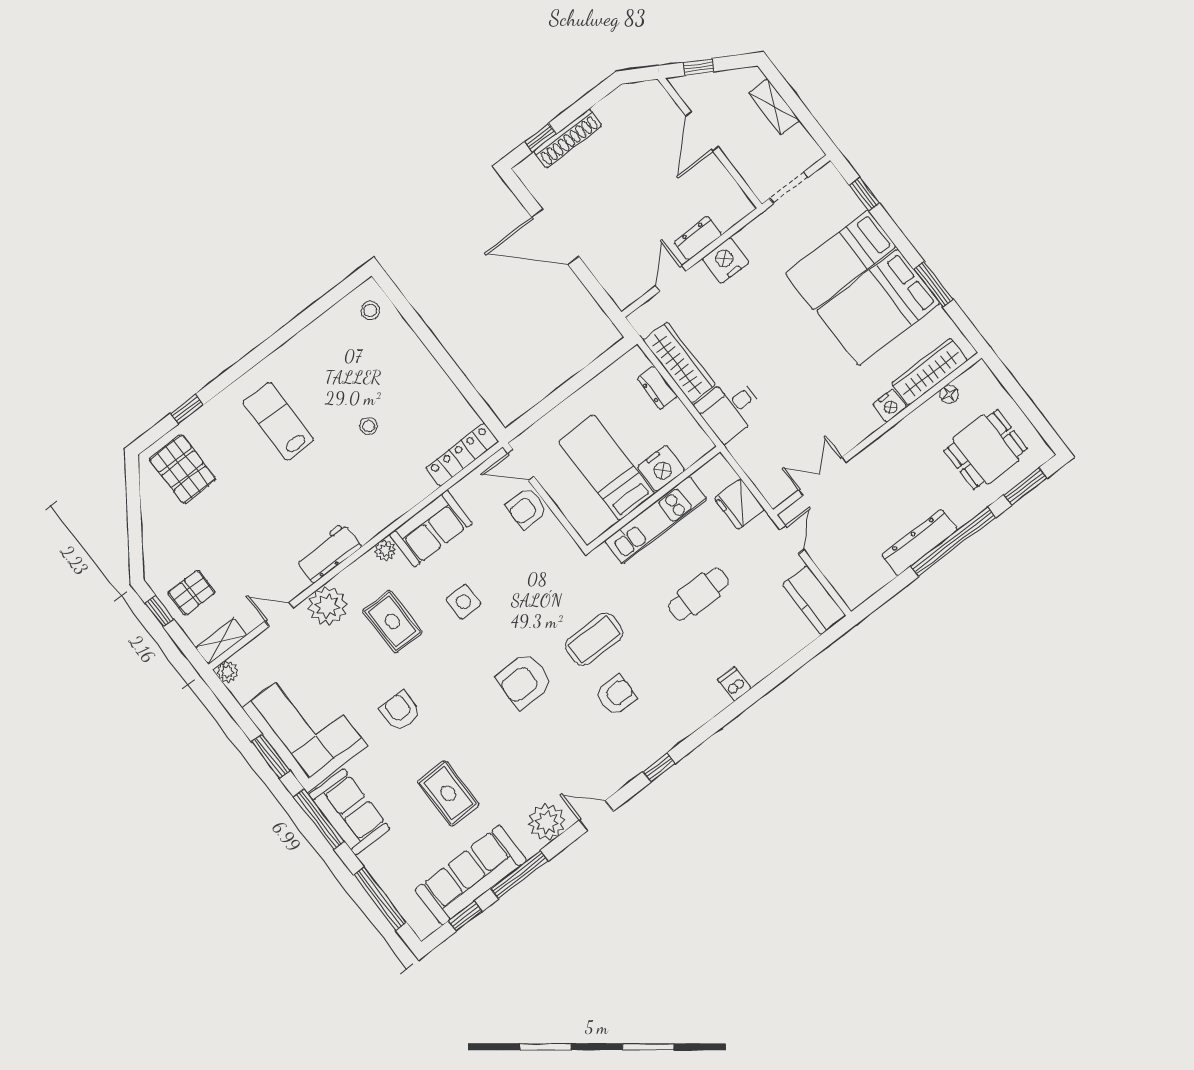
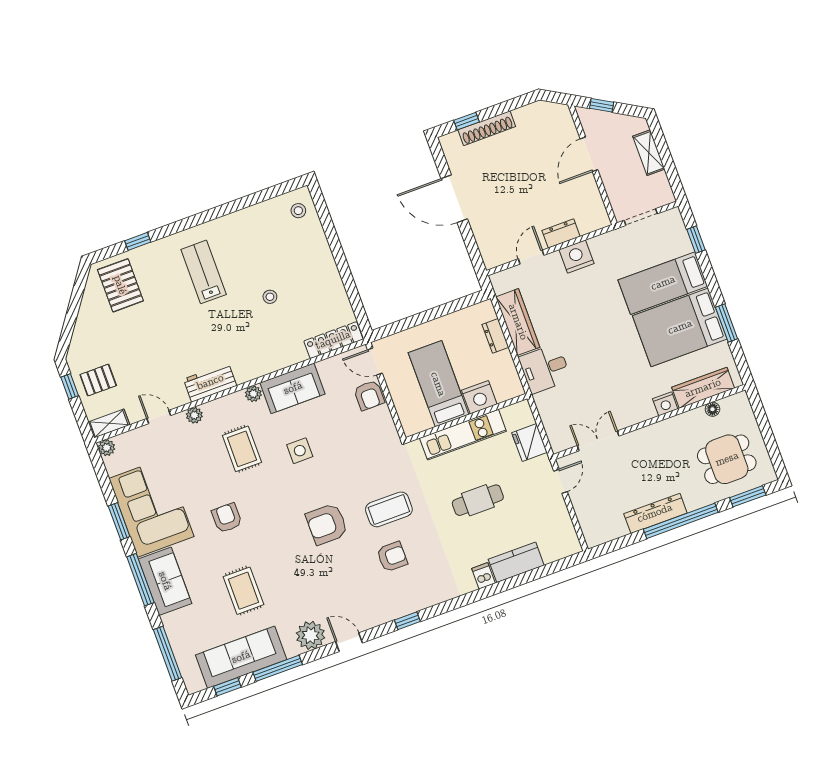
armchair: (527, 508) -> (369, 395), turned -90
kitchen counter: (814, 600) -> (516, 562), moved, turned 90
plant: (327, 606) -> (194, 415), width x0.53, depth x0.53

